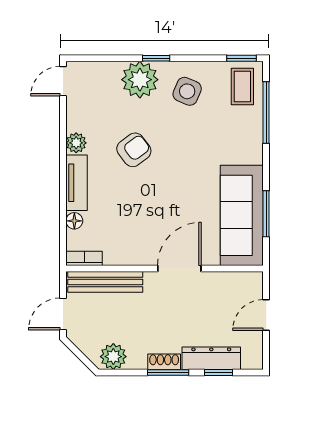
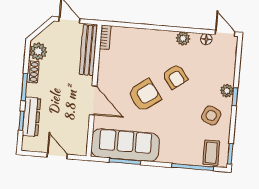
plant: (140, 80) -> (227, 91), width x0.53, depth x0.53
coffee table: (242, 87) -> (211, 153), turned 90
tv unit: (77, 183) -> (156, 36), removed
armchair: (165, 193) -> (144, 95), added
floor lamp: (74, 221) -> (206, 39), moved
shoe rack: (164, 362) -> (33, 72), moved

